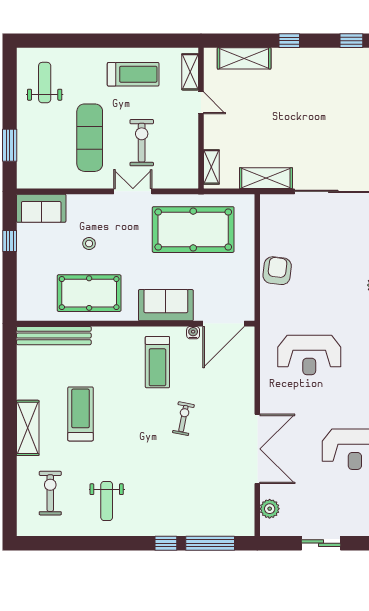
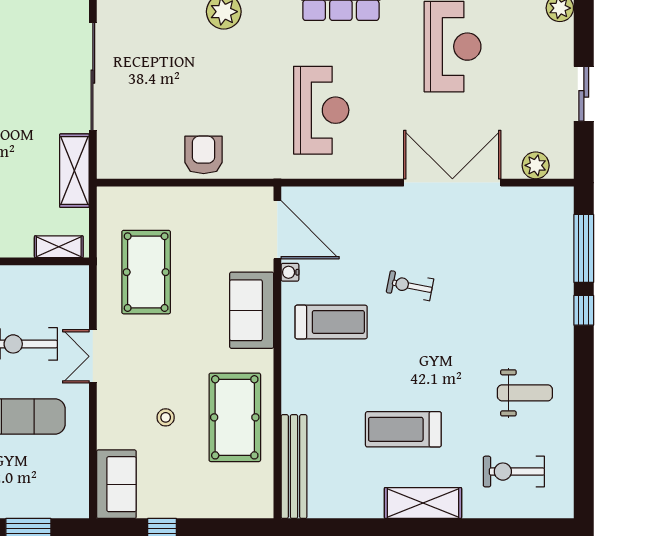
pool table: (193, 230) -> (146, 272), width x0.73, depth x0.76
armchair: (277, 271) -> (204, 155), turned 83

